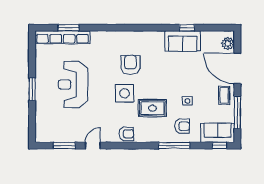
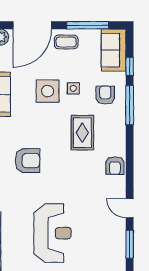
armchair: (130, 65) -> (28, 161), turned 180
reception desk: (73, 84) -> (52, 233), turned -90
side table: (125, 93) -> (48, 91), moved
armchair: (126, 134) -> (115, 166), turned 180
window: (220, 145) -> (130, 66), moved

